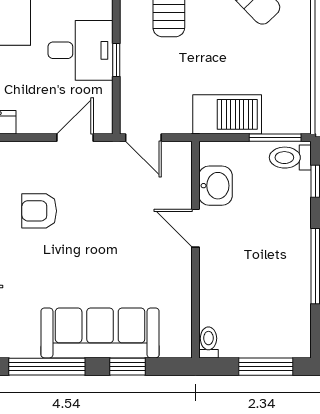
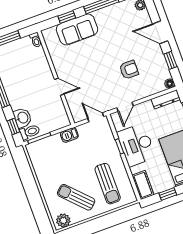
desk: (80, 50) -> (136, 145), width x1.37
barbecue: (227, 114) -> (69, 135), width x0.53, depth x0.65
washbasin: (216, 186) -> (23, 118), moved, turned 180
sofa: (100, 333) -> (77, 29), width x0.73

